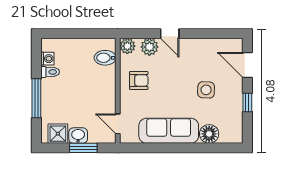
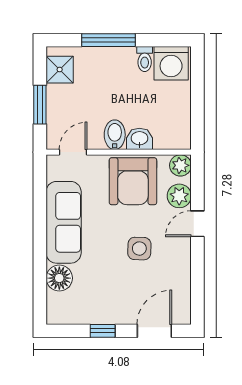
bidet: (105, 58) -> (115, 135), moved
washing machine: (47, 59) -> (171, 63), width x1.89, depth x1.89
armchair: (139, 80) -> (133, 181), width x1.88, depth x1.88
side table: (206, 90) -> (139, 249), moved
washbasin: (78, 136) -> (139, 139), moved, turned -90

